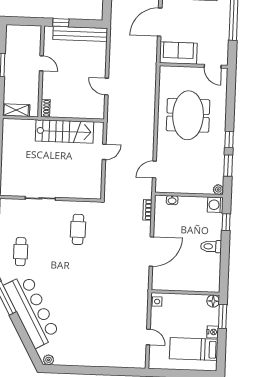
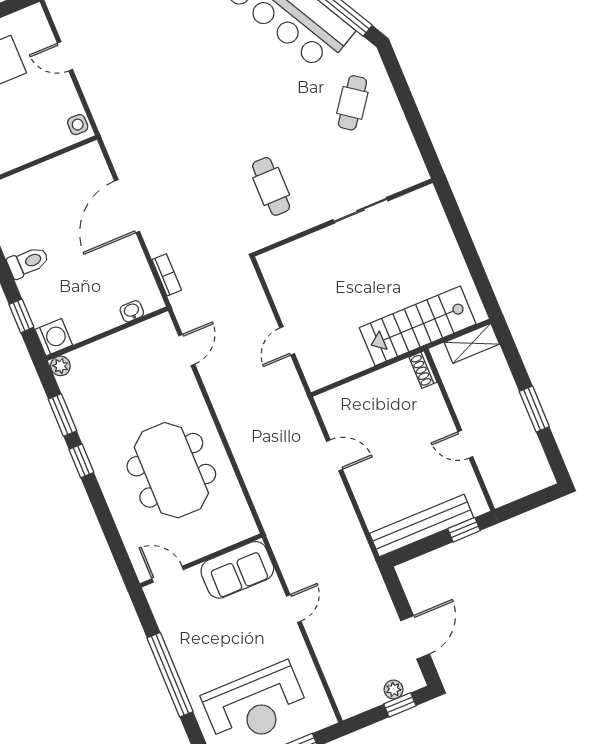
door: (160, 22) -> (294, 609), width x0.53
stairs: (64, 131) -> (418, 326), moved
cafe table: (21, 252) -> (352, 103), turned 36

